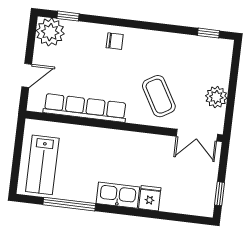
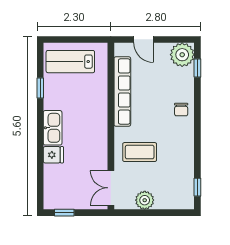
coffee table: (159, 96) -> (140, 152), turned 30
window: (69, 204) -> (40, 88), width x0.46

